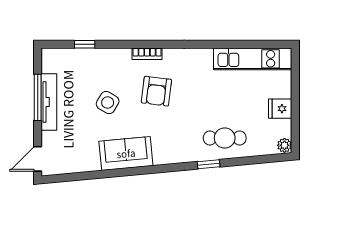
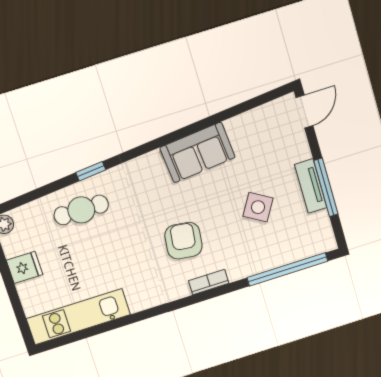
window: (85, 44) -> (287, 269), width x3.17
tv unit: (49, 102) -> (311, 186), width x0.71
side table: (108, 103) -> (258, 207), moved

